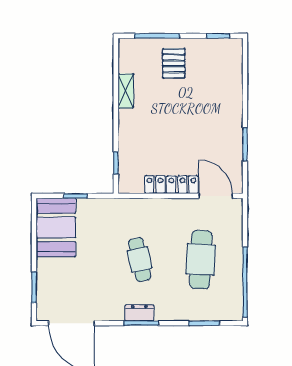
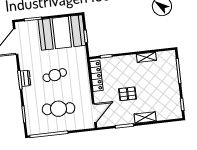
pallet: (174, 63) -> (127, 94), moved
shelving: (234, 105) -> (145, 118), added
locker: (171, 185) -> (96, 76), moved
booth: (56, 227) -> (62, 33), width x1.36, depth x1.42

